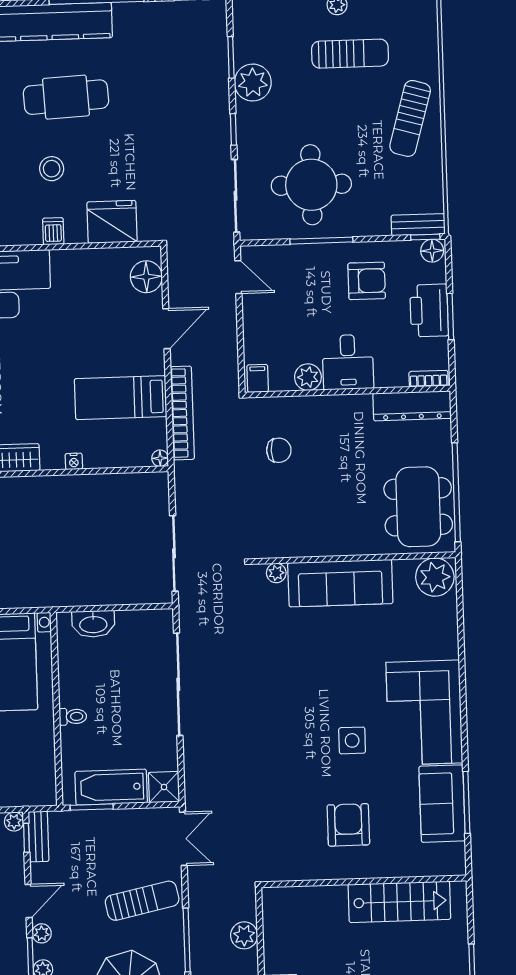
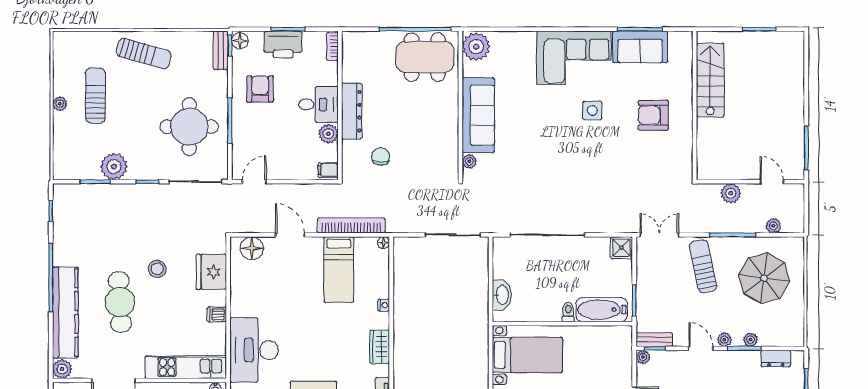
stool: (52, 169) -> (157, 269), moved
dresser: (412, 406) -> (352, 111), moved
bathtub: (111, 787) -> (602, 310), moved, turned 90

